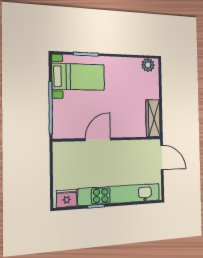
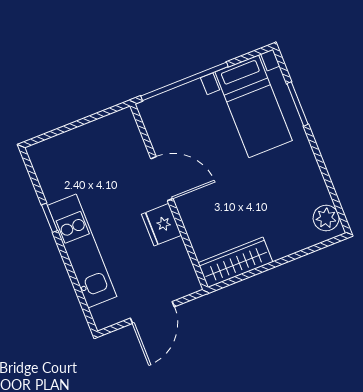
door: (162, 158) -> (152, 312), moved
kitchen unit: (120, 194) -> (82, 251), width x0.73
fridge: (67, 198) -> (161, 225), moved, turned 180

